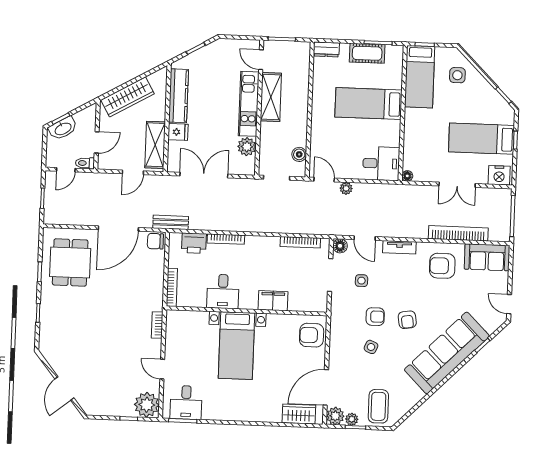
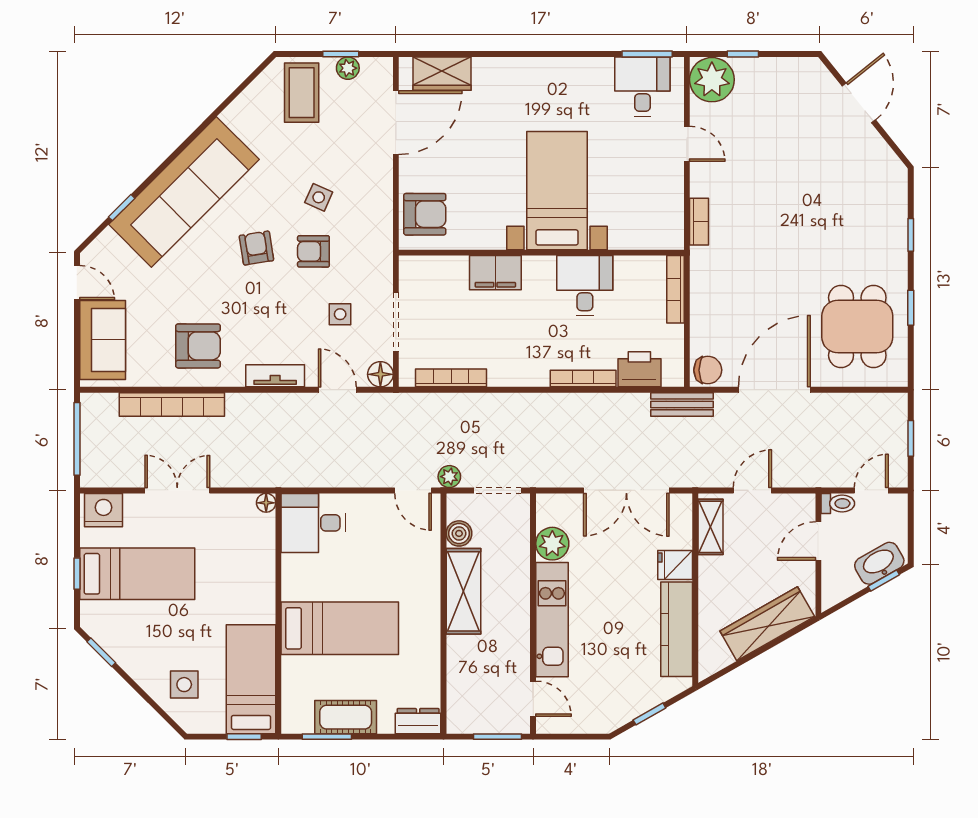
shelving: (271, 97) -> (463, 591), moved
shelving: (155, 145) -> (711, 527), width x0.67, depth x0.75
plant: (346, 188) -> (449, 477), moved
sofa: (487, 257) -> (103, 340), moved, turned 90
plant: (335, 416) -> (377, 73), removed

